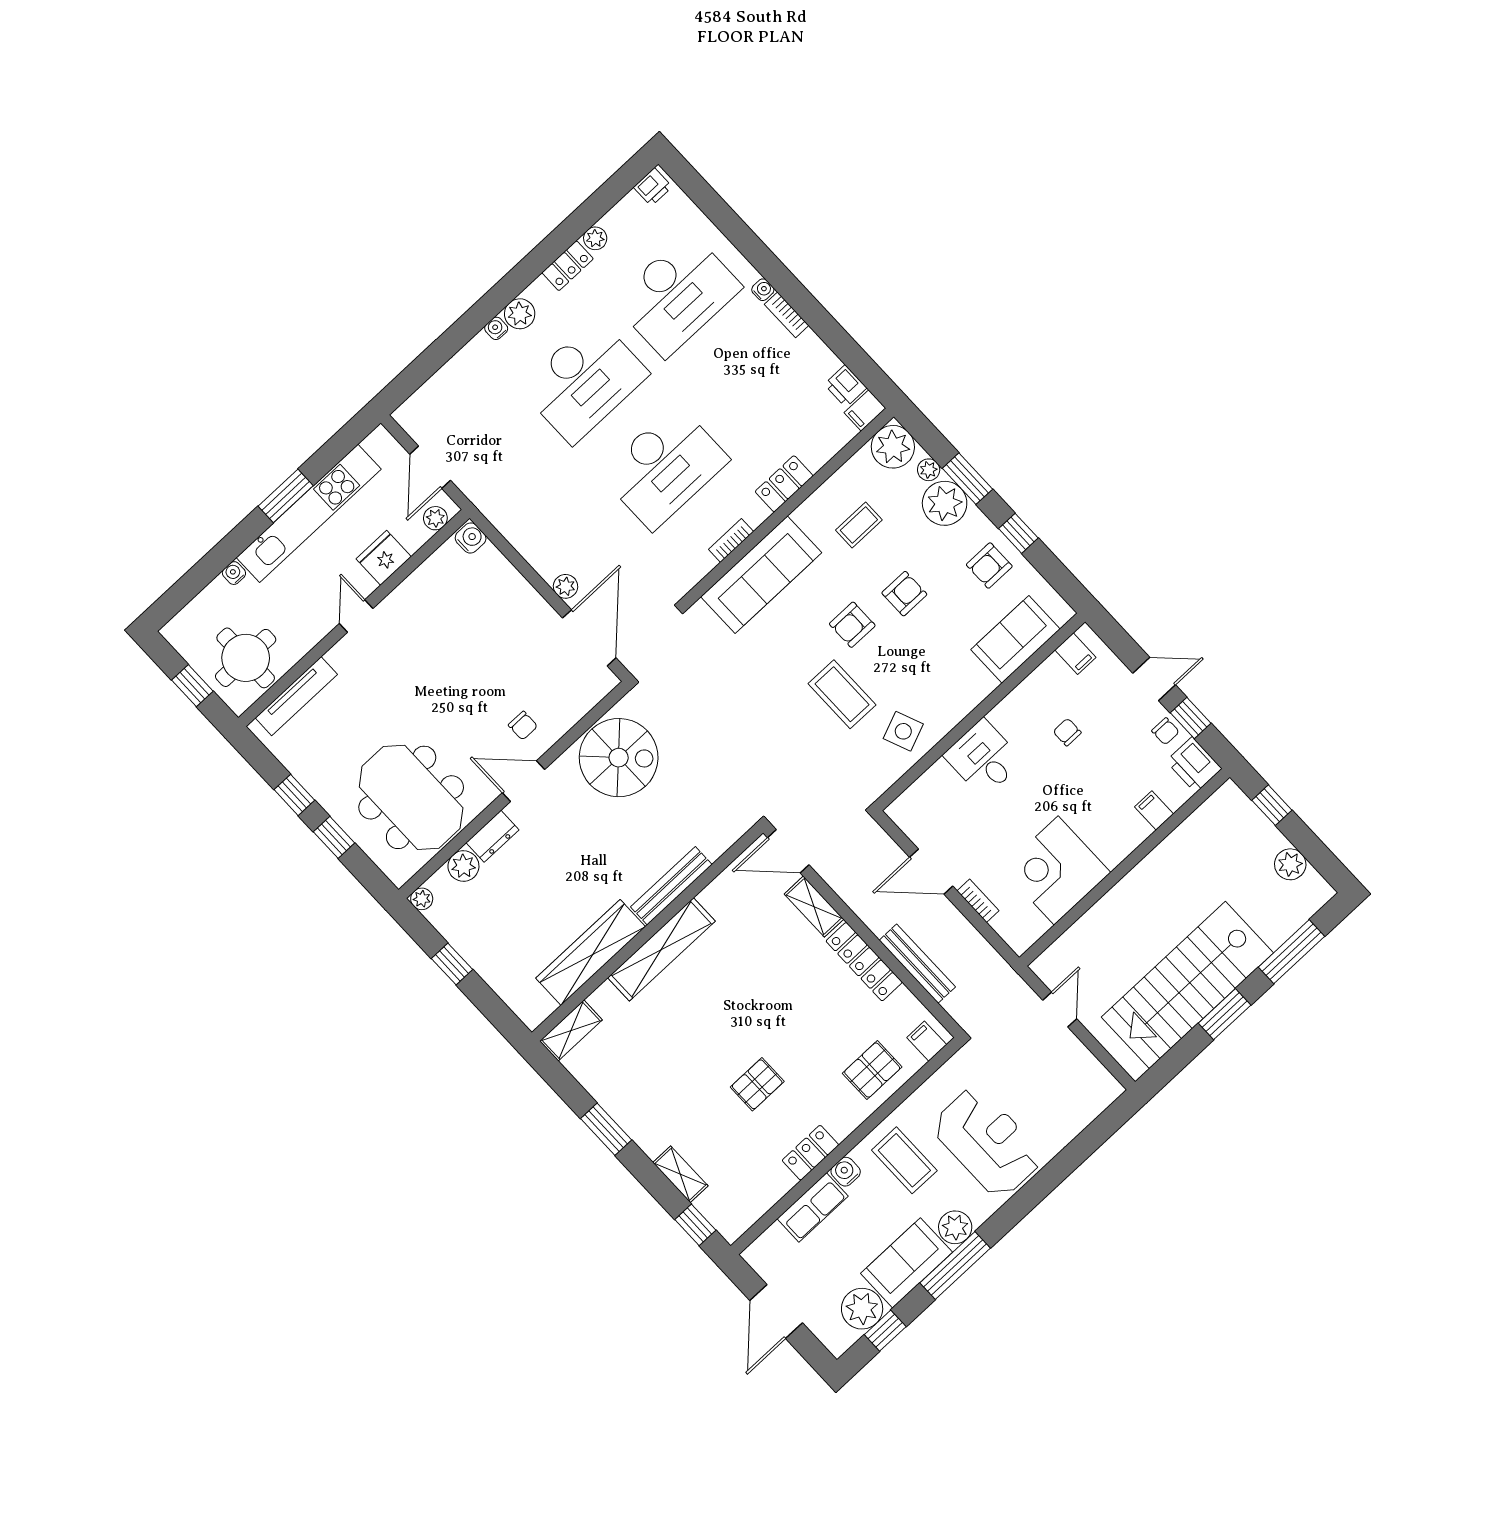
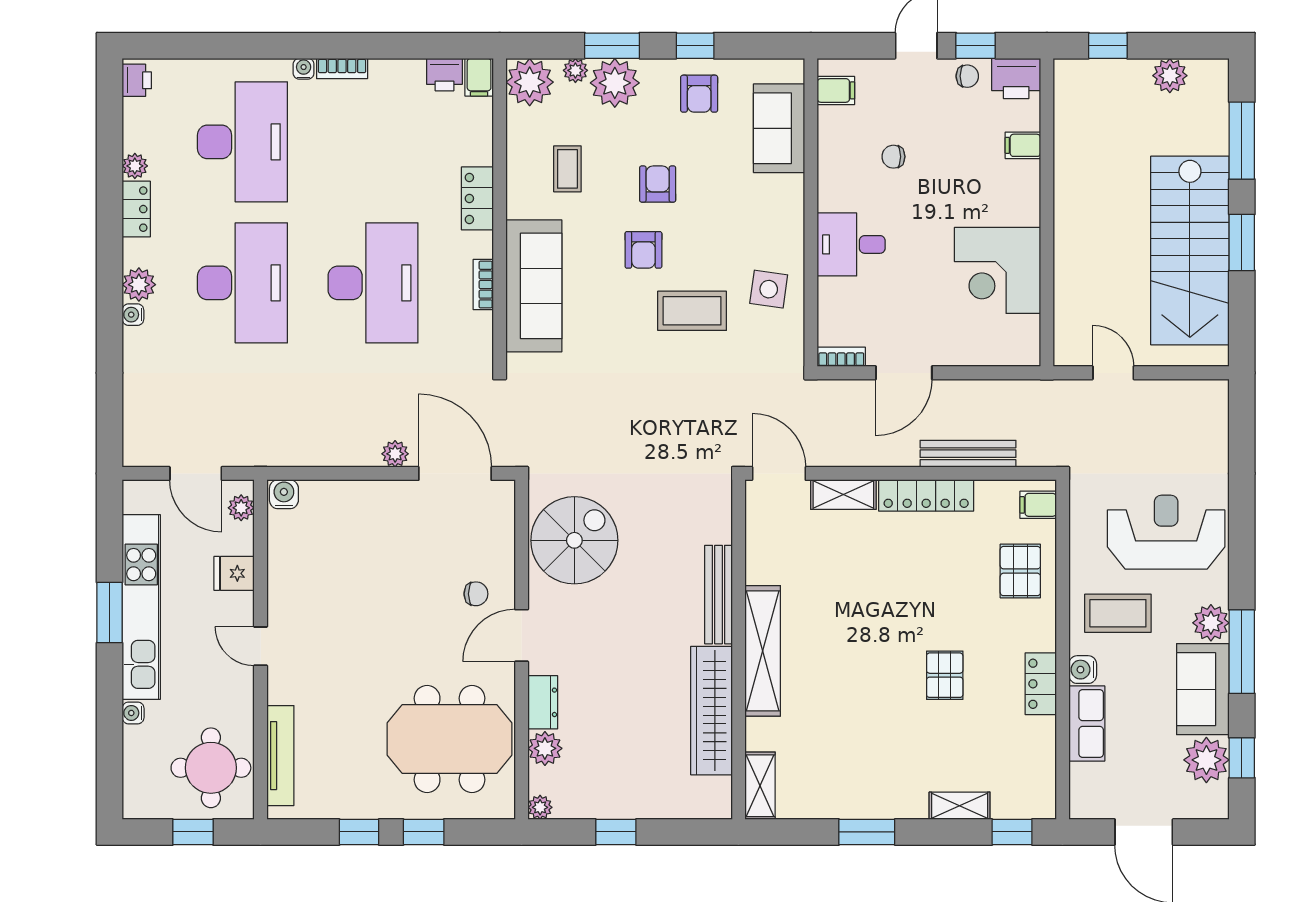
fridge: (384, 558) -> (234, 573), width x0.72
side table: (903, 731) -> (769, 289), turned 30
door: (788, 851) -> (779, 473), swing flipped
bookcase: (978, 901) -> (841, 357), moved

